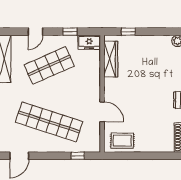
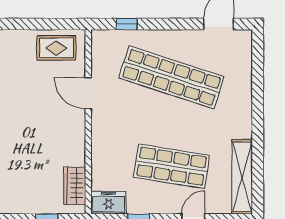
wardrobe: (111, 59) -> (75, 186), width x0.67
shop shelf: (49, 65) -> (172, 166), turned 33

